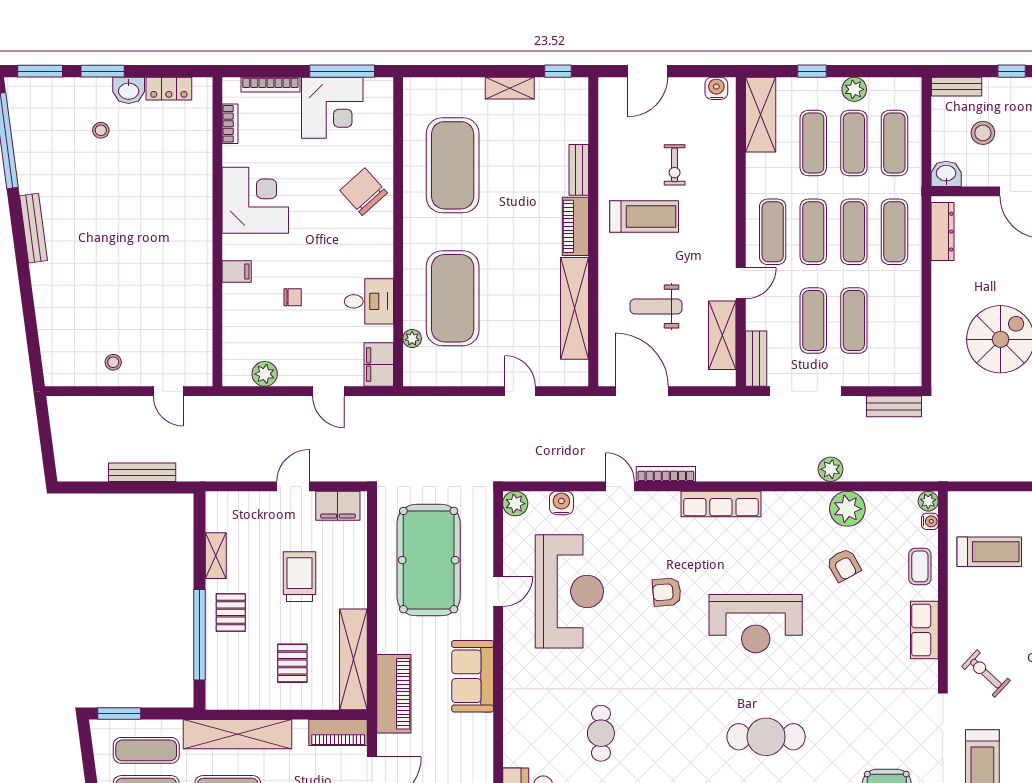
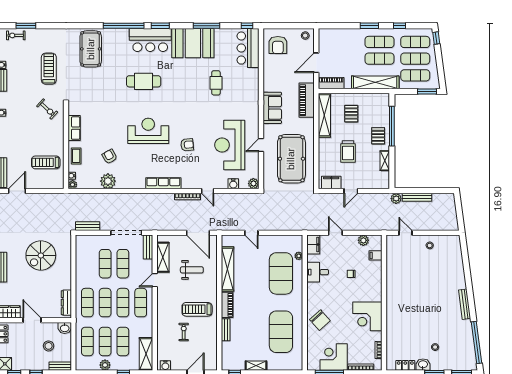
filing cabinet: (237, 271) -> (376, 255), moved
plant: (831, 469) -> (396, 199), moved

